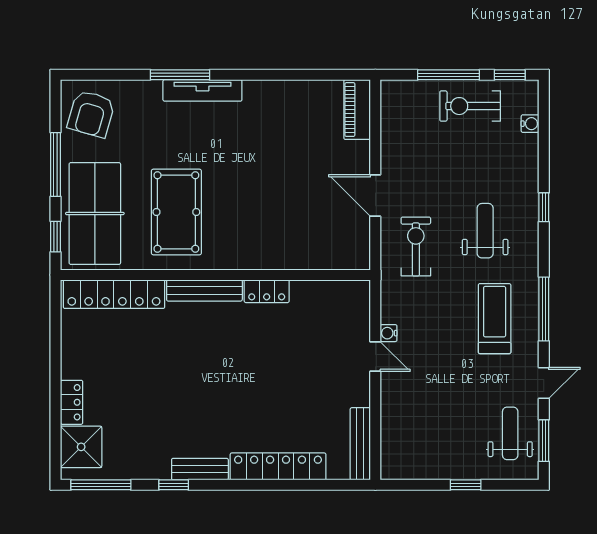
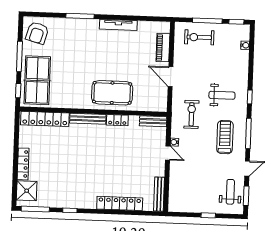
tv unit: (202, 90) -> (118, 25), moved
exercise bike: (470, 106) -> (199, 37), moved
piano: (357, 110) -> (163, 48), moved
window: (544, 207) -> (250, 97), moved
pool table: (176, 212) -> (112, 93), moved, turned 90
weight bench: (485, 231) -> (222, 95), turned 90
exercise bike: (416, 246) -> (191, 114), moved
locker: (72, 402) -> (23, 164), width x1.53
bench: (200, 469) -> (153, 121), moved

